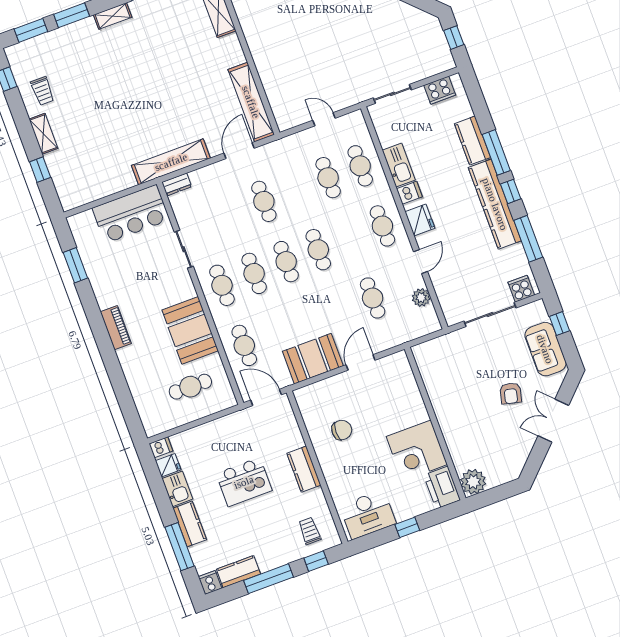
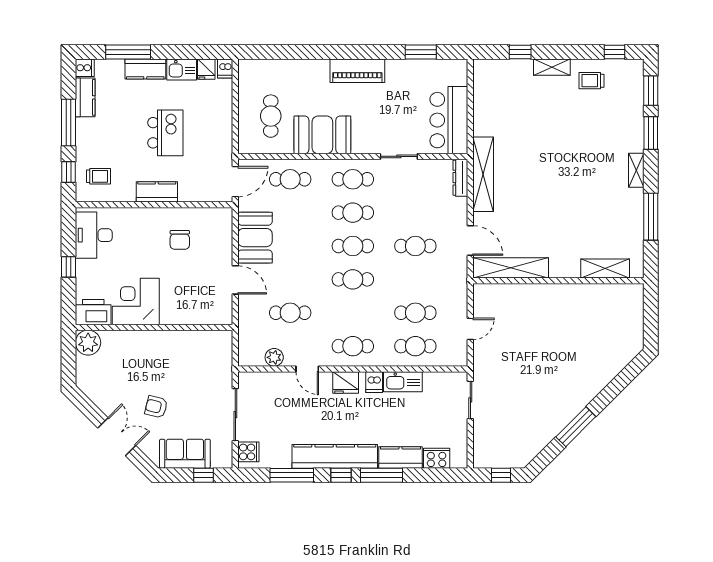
cooker: (440, 90) -> (437, 458), moved, turned 90
dresser: (177, 184) -> (460, 178), width x1.44
piano: (116, 328) -> (357, 71), width x1.37, depth x1.33
kitchen island: (244, 482) -> (165, 133), turned 180

